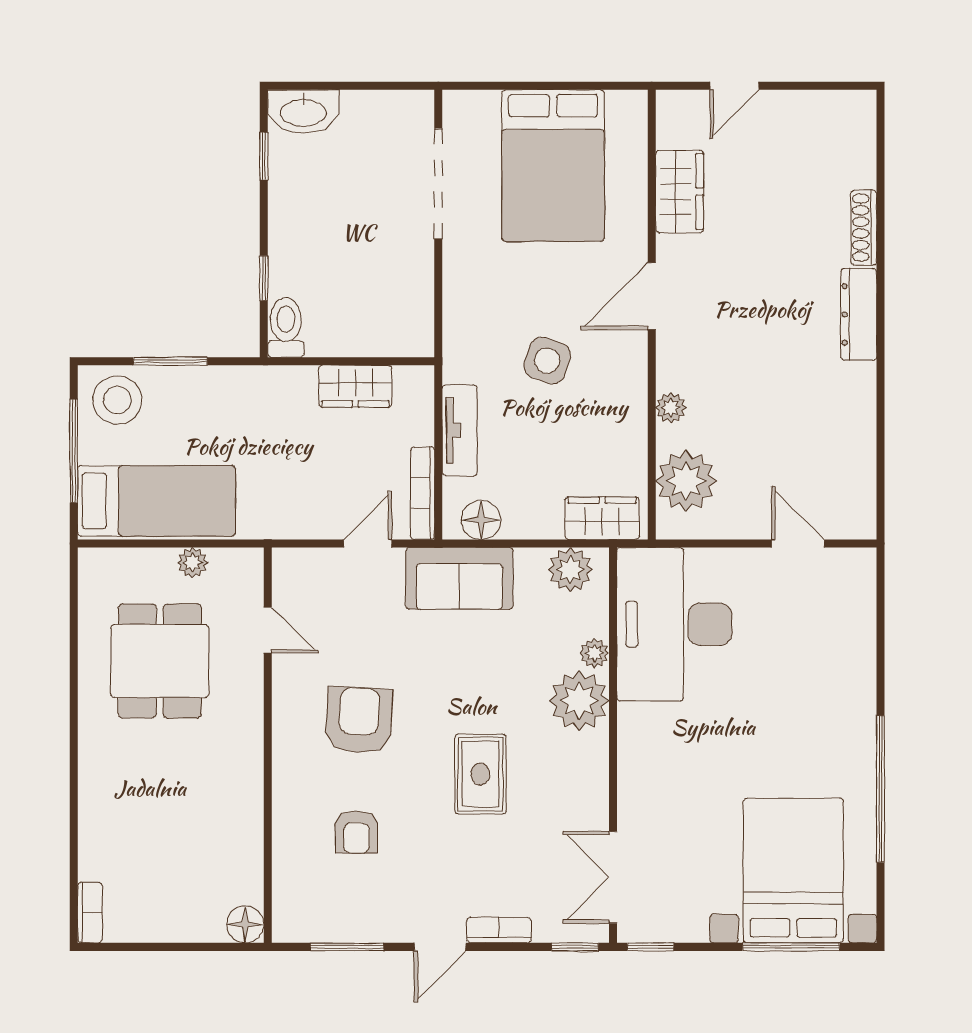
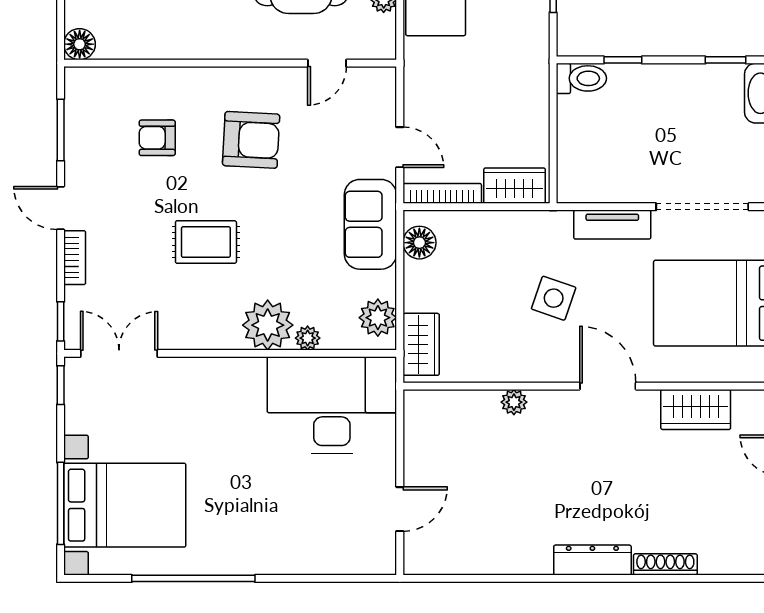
wardrobe: (355, 386) -> (515, 186), moved, turned 90
tv unit: (460, 430) -> (612, 225), moved
plant: (686, 481) -> (452, 415), removed

